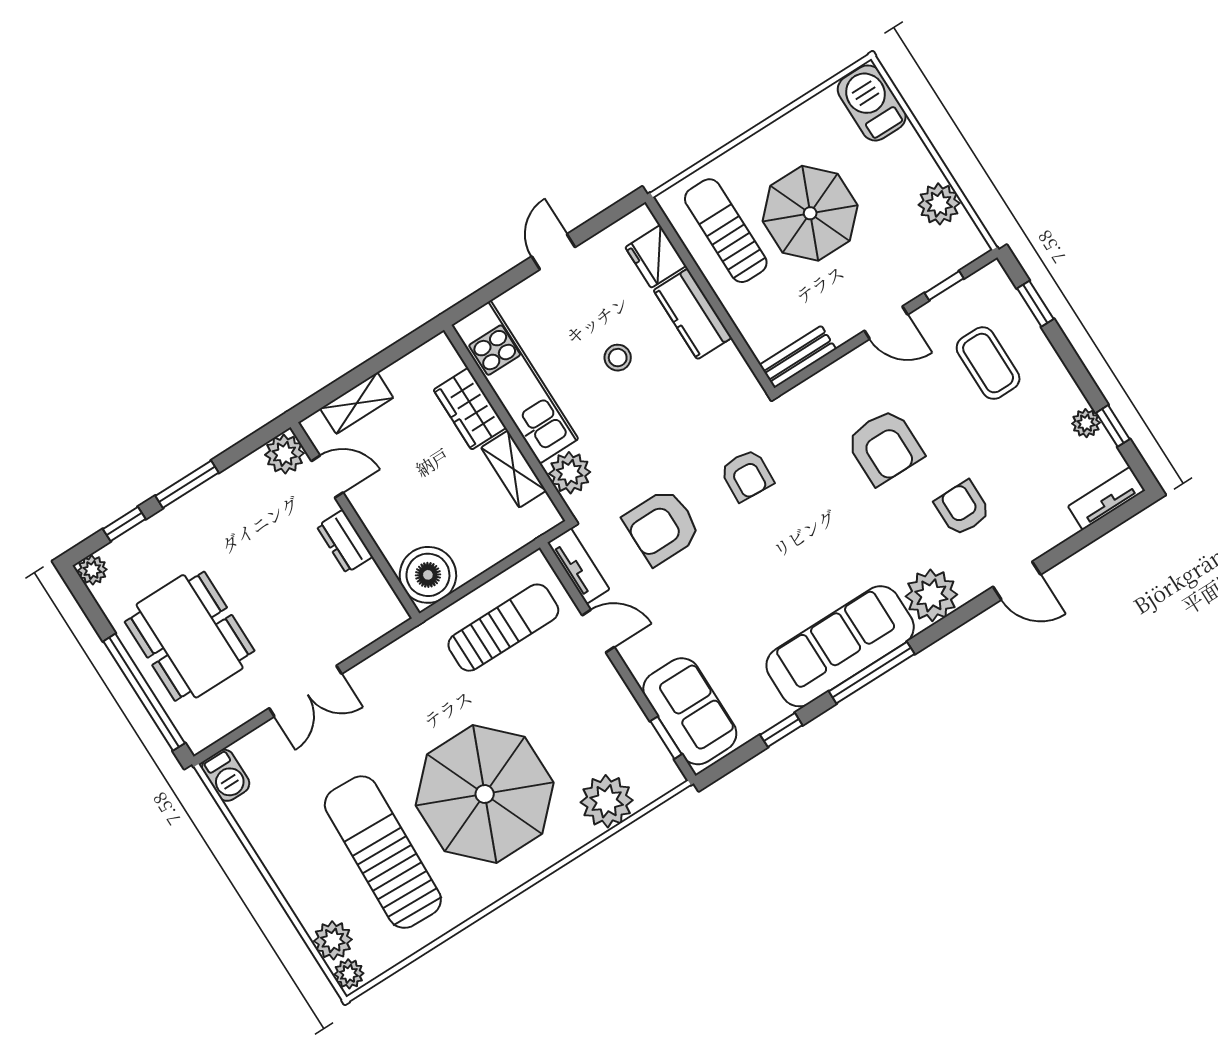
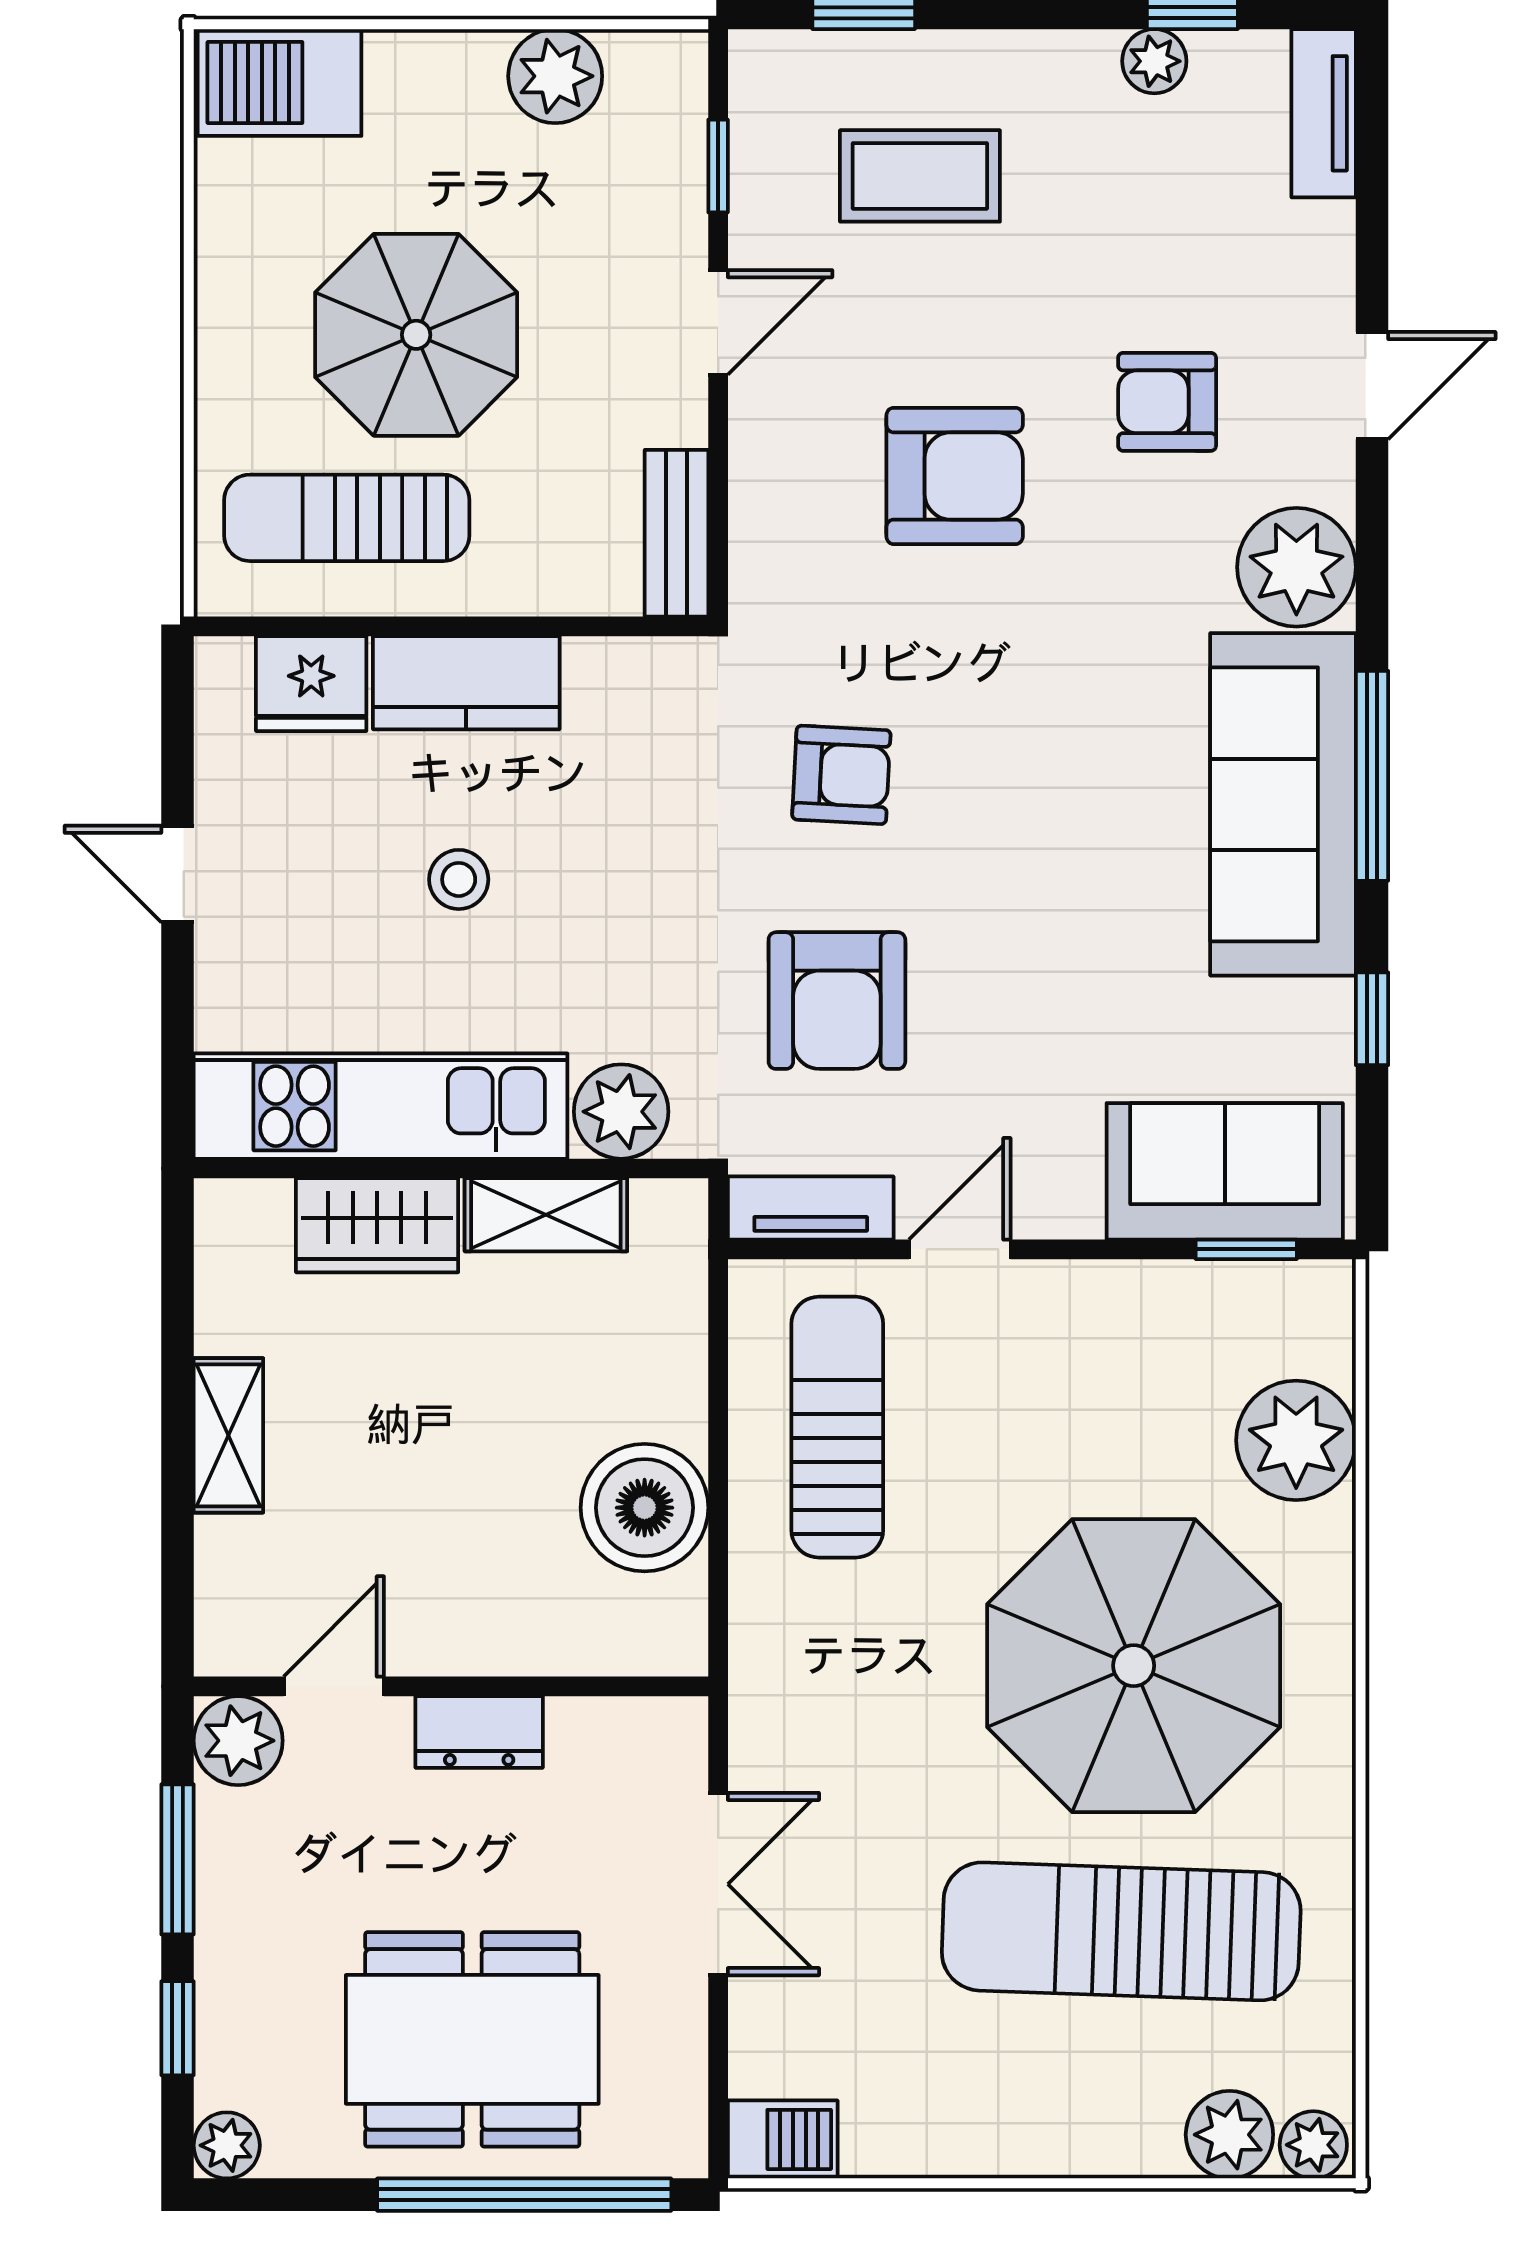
plant: (285, 454) -> (238, 1741), moved
door: (327, 477) -> (334, 1686), moved
wall: (355, 520) -> (451, 1686), moved
dresser: (345, 541) -> (479, 1732), moved

